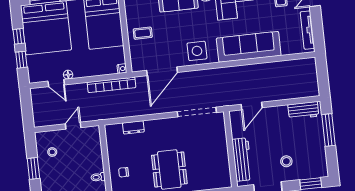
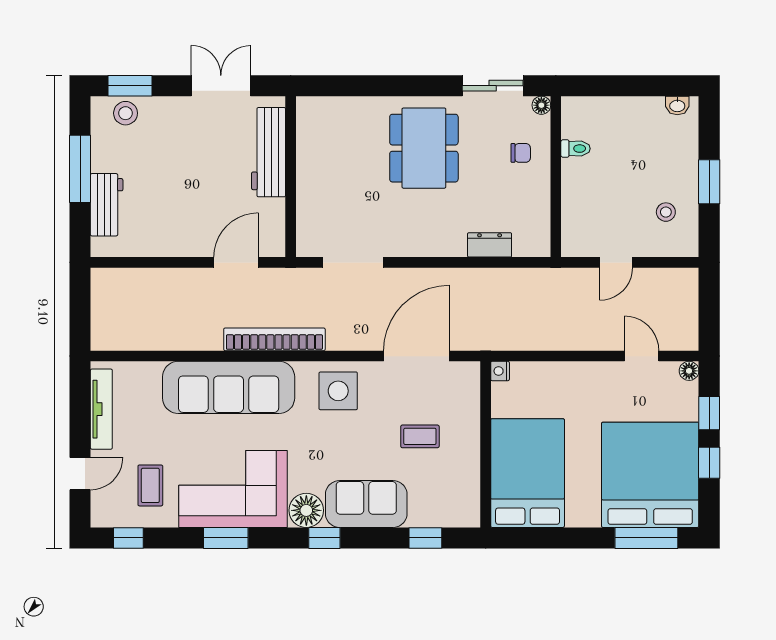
coffee table: (143, 33) -> (420, 436), moved
floor lamp: (68, 75) -> (689, 371), moved
bookcase: (112, 85) -> (274, 339), moved
workbench: (303, 110) -> (107, 205), moved, turned 90
doorway: (197, 112) -> (353, 262), width x0.73
window: (329, 130) -> (80, 169), moved
stool: (286, 161) -> (126, 113), moved

